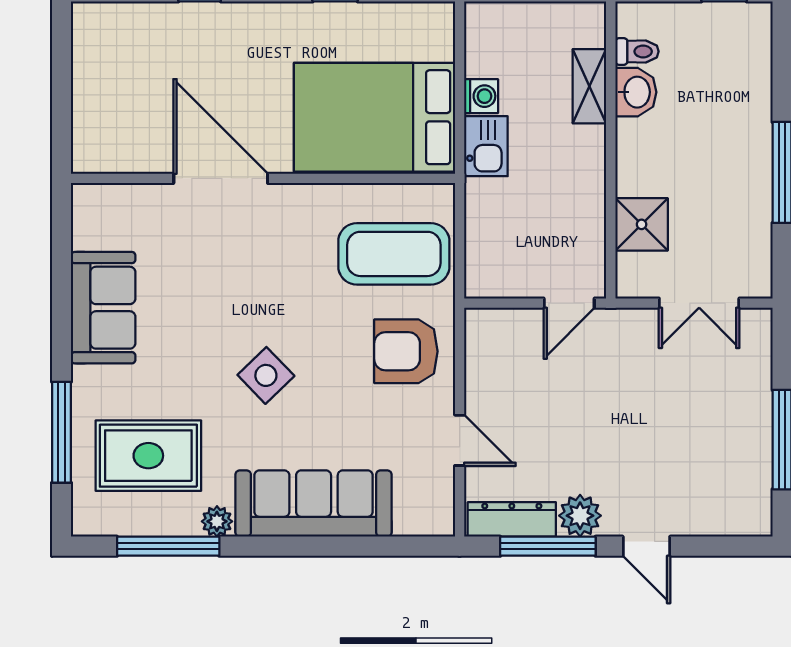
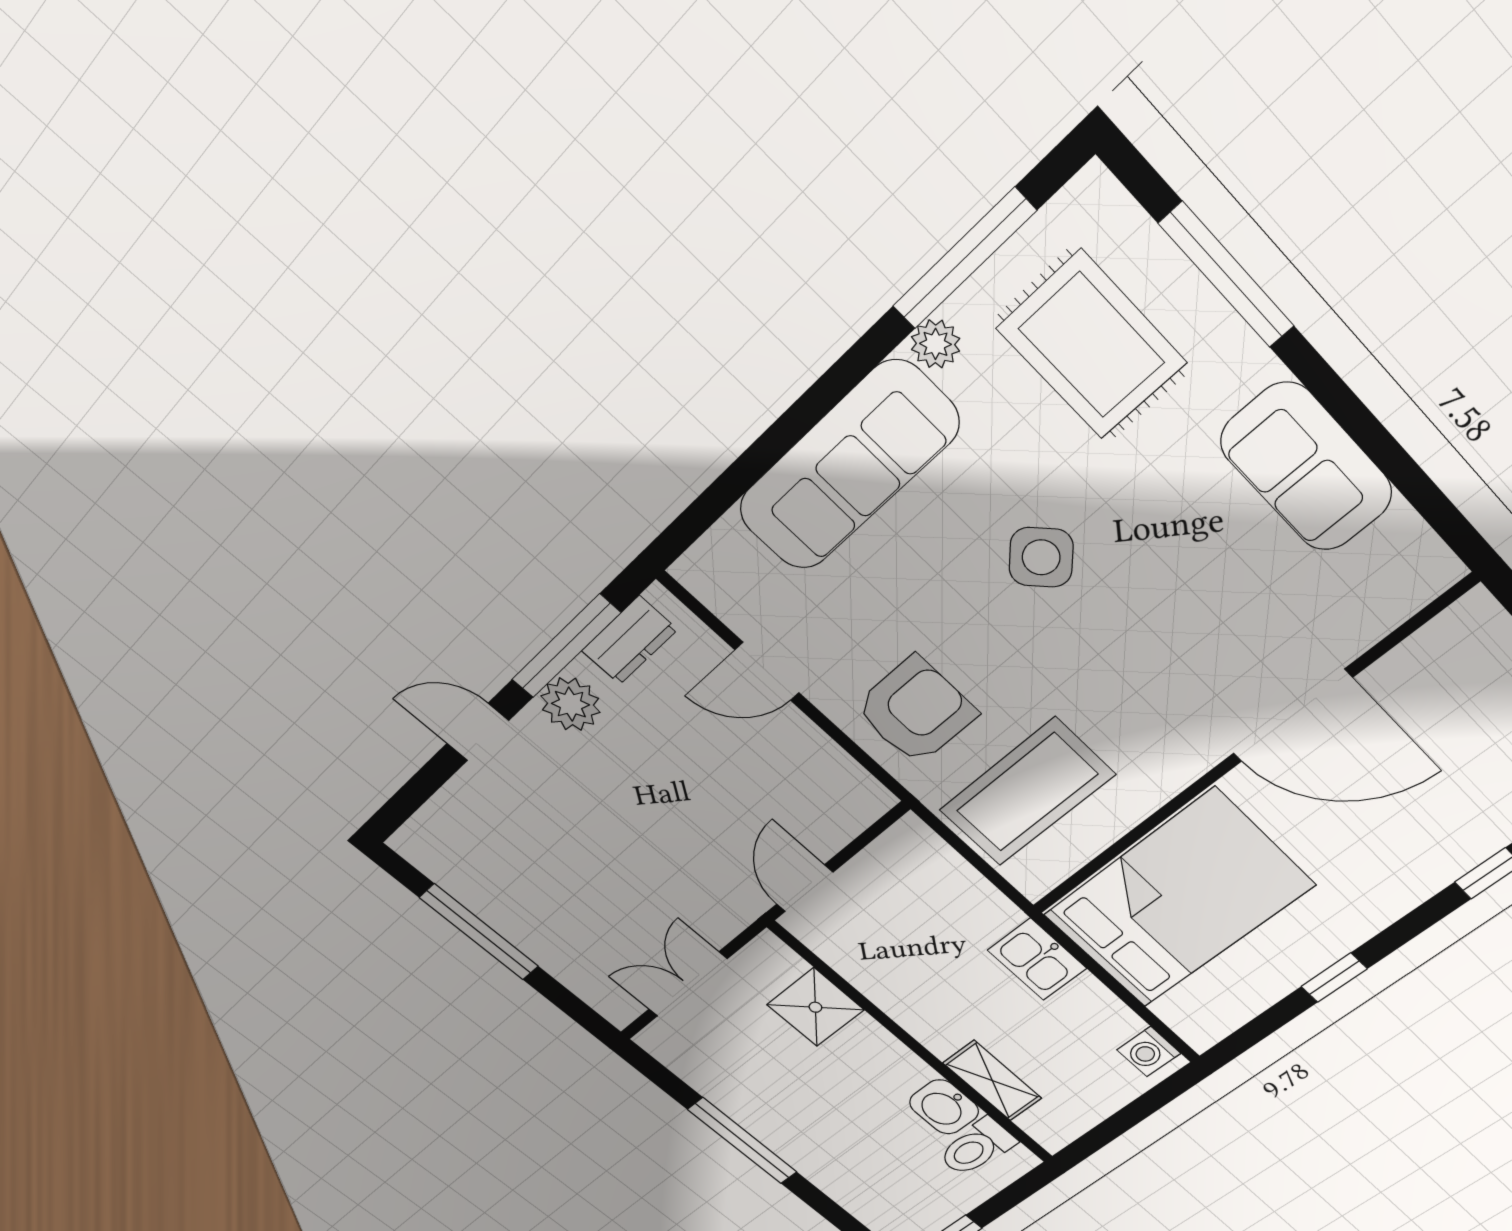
toilet: (637, 51) -> (976, 1147), width x1.37, depth x1.39
washing machine: (481, 96) -> (1149, 1052), moved
rug: (148, 456) -> (1092, 345), turned 90
dresser: (512, 519) -> (629, 640), width x0.70

